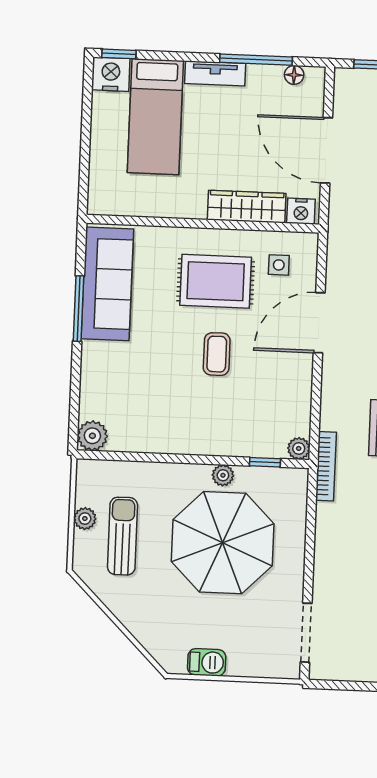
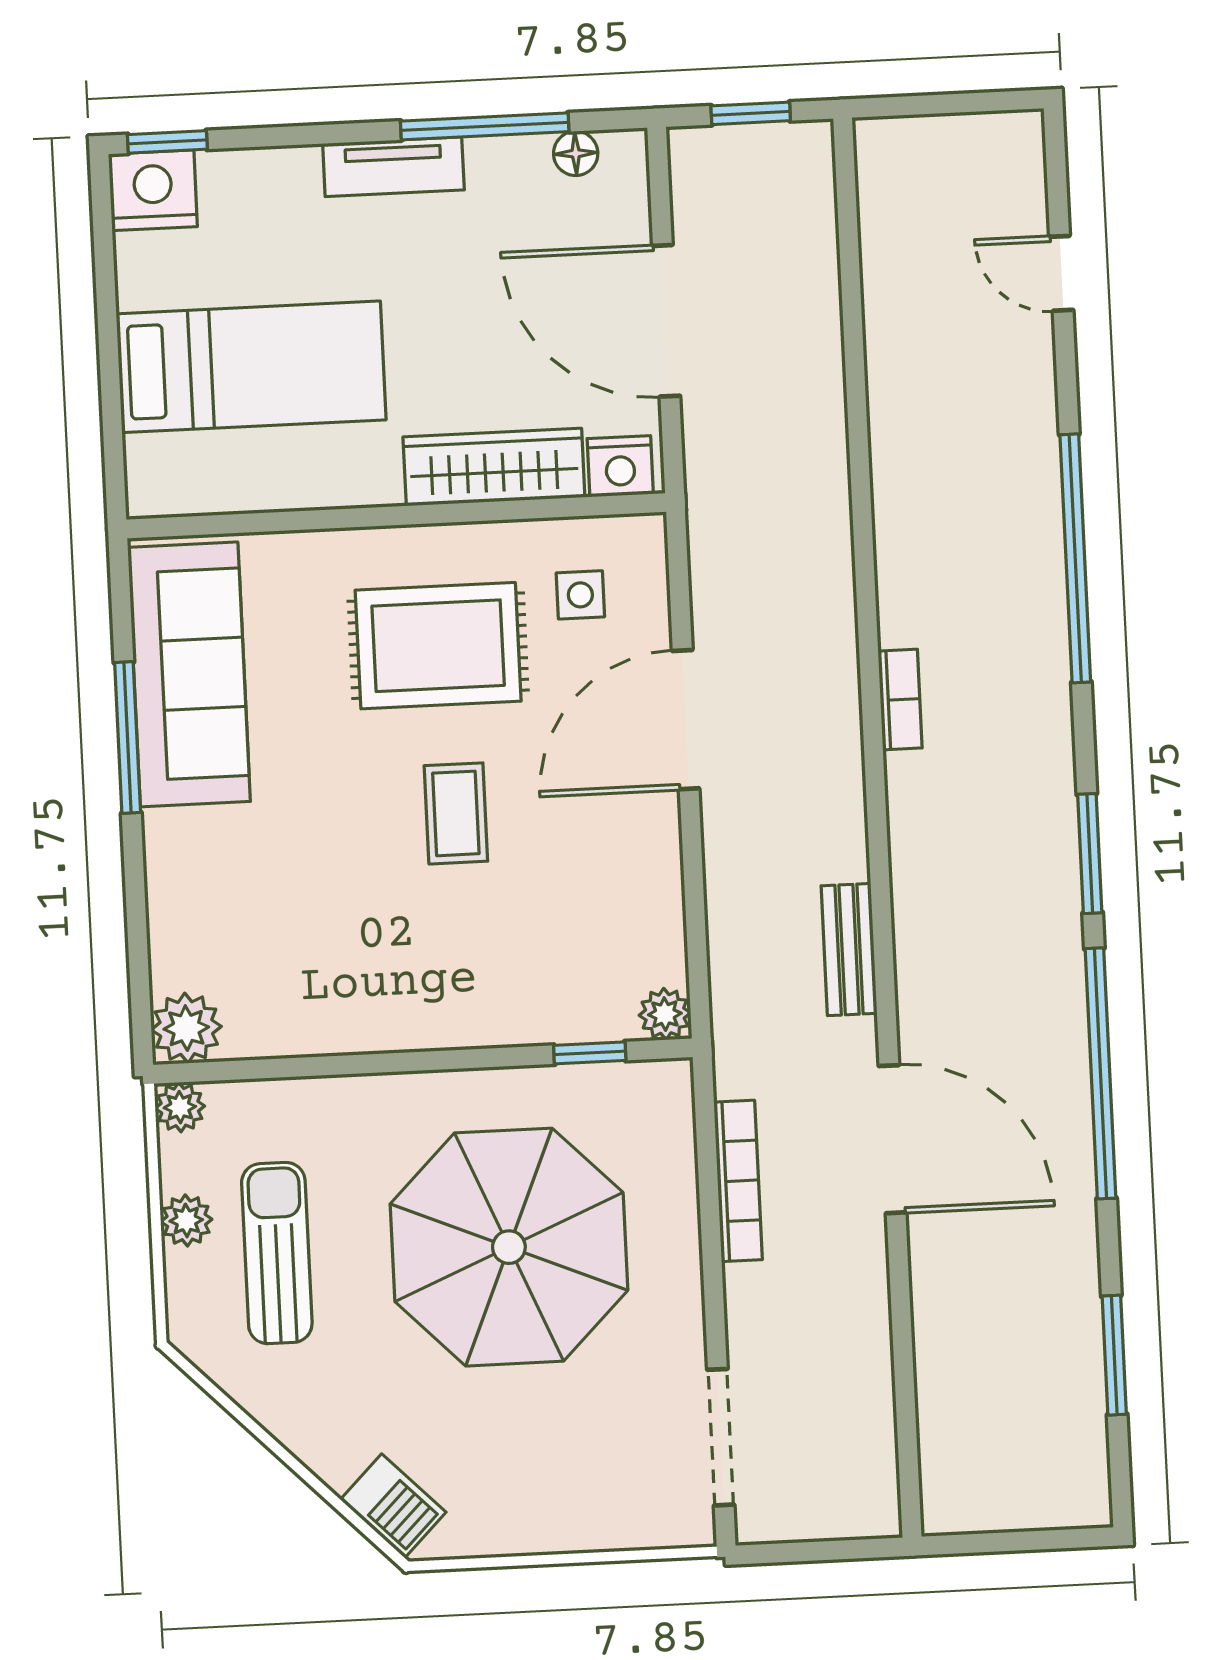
bed: (155, 117) -> (251, 367), moved, turned -90
bookcase: (326, 466) -> (738, 1181), moved
plant: (223, 475) -> (180, 1107), moved
barbecue: (207, 662) -> (393, 1506), moved, turned 45

